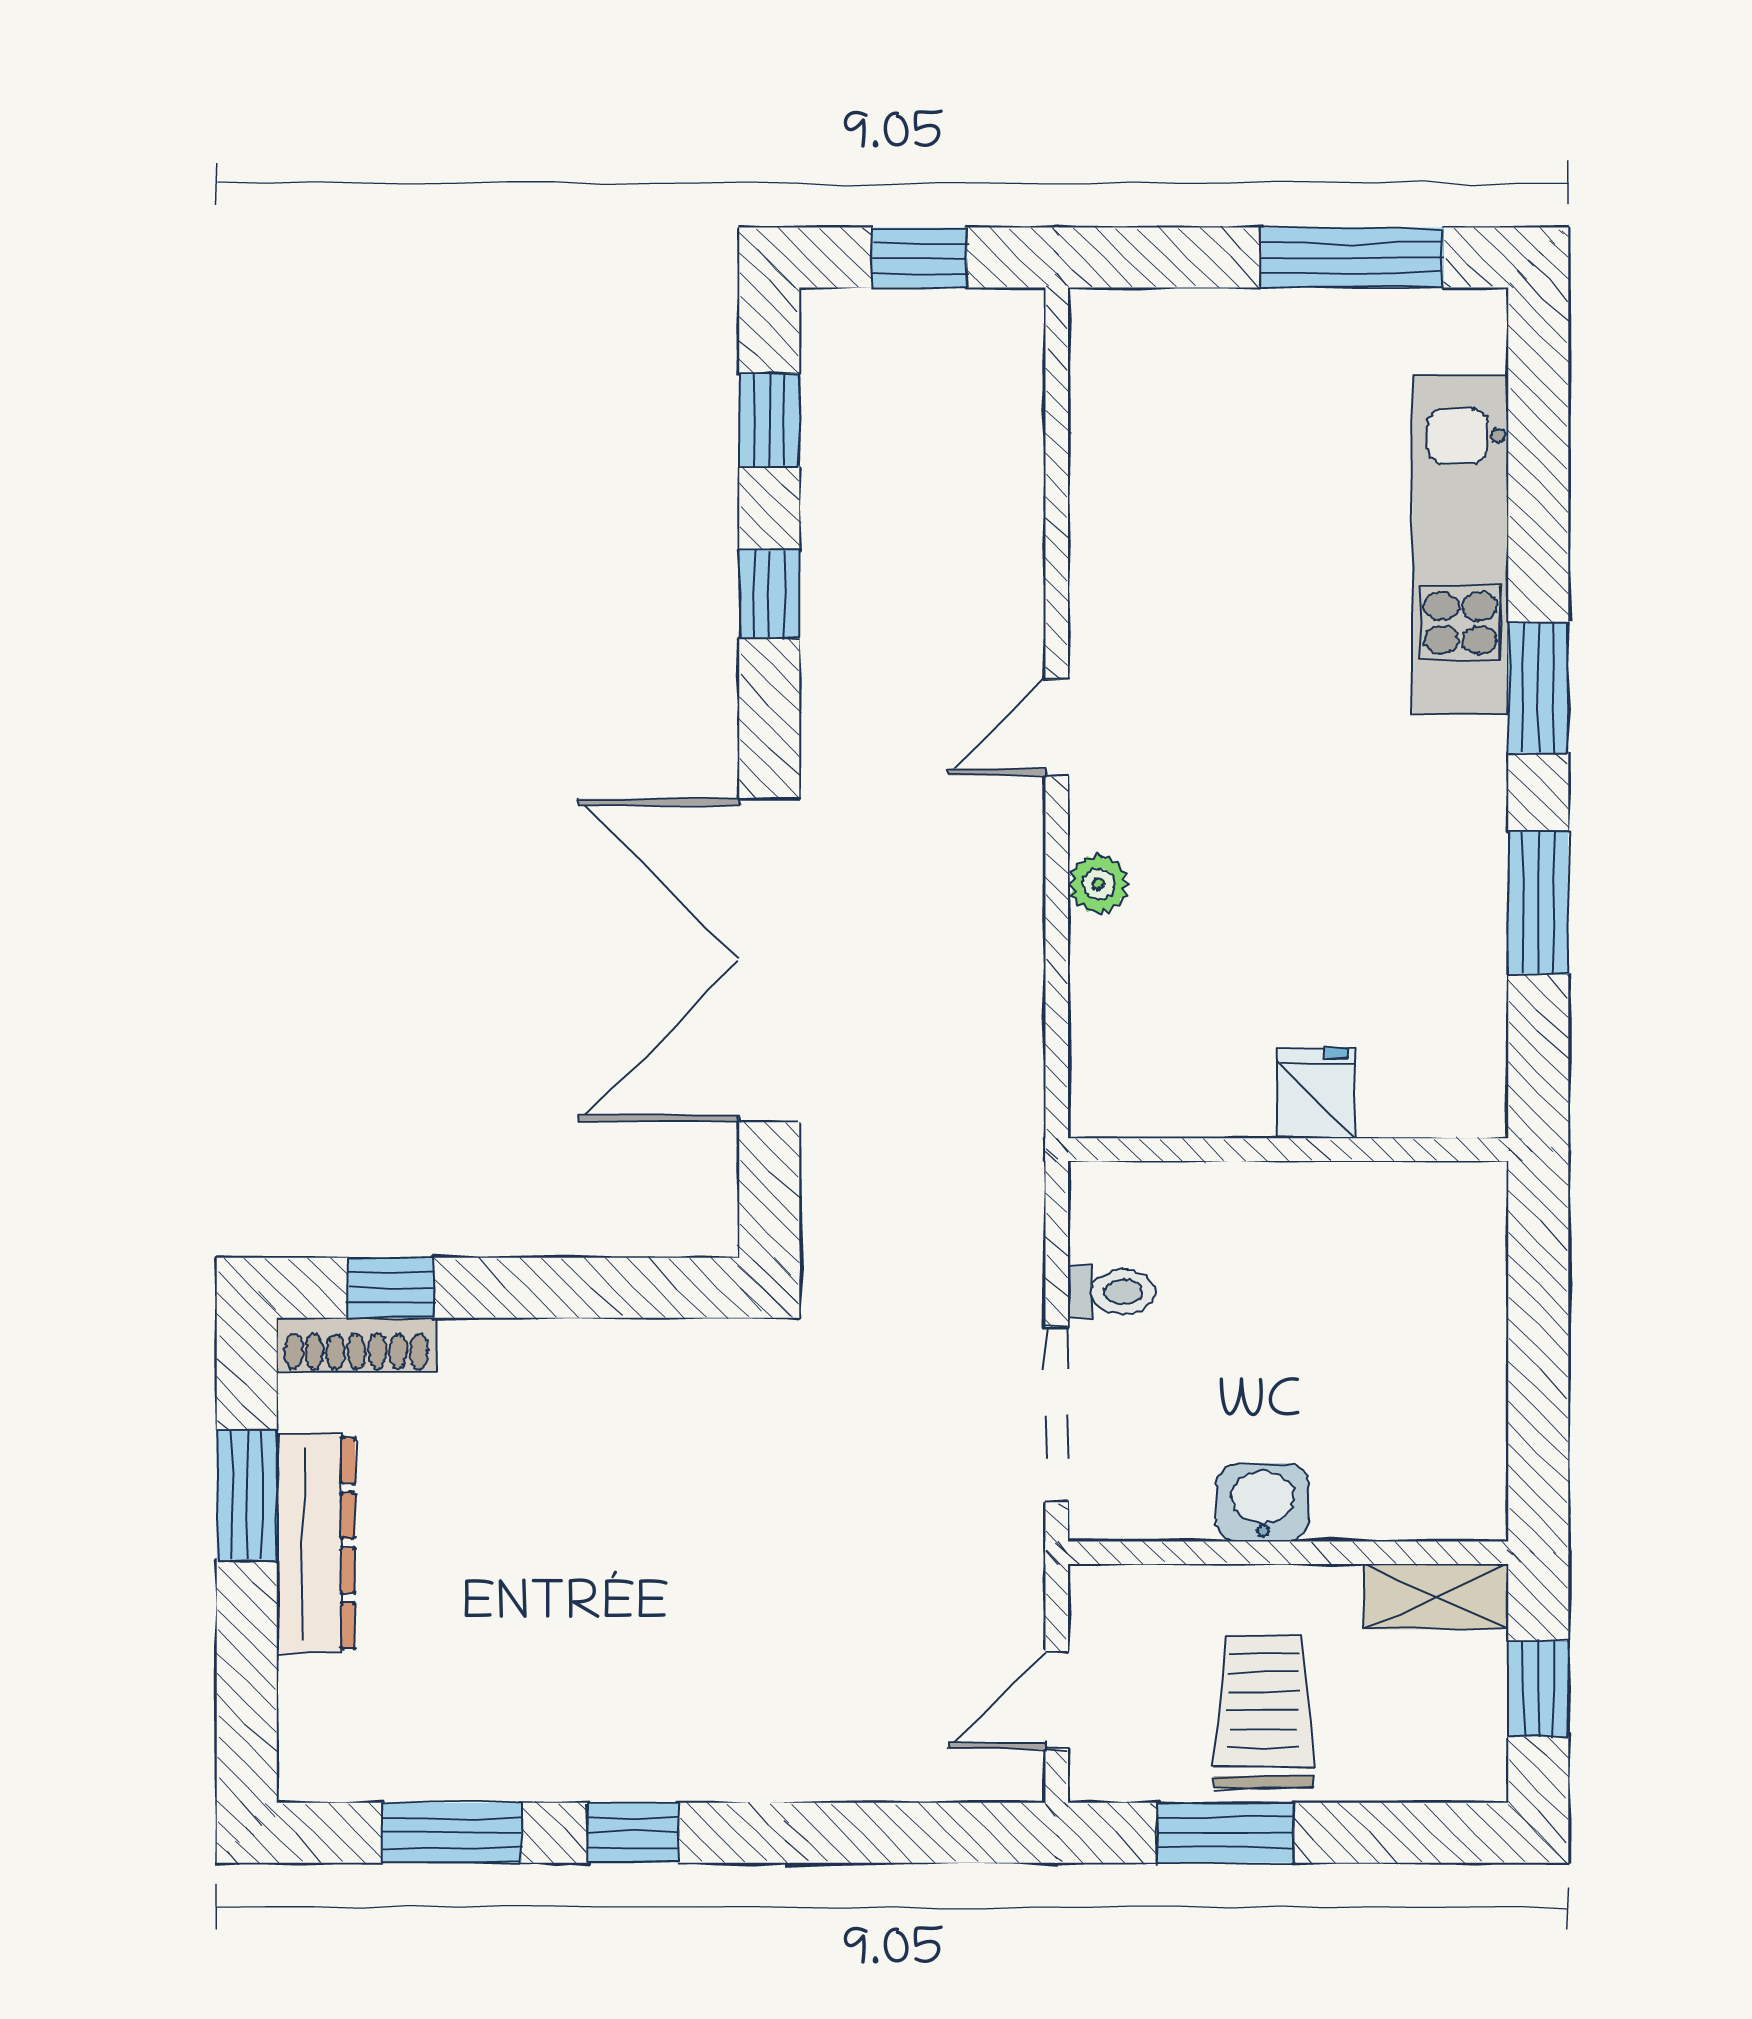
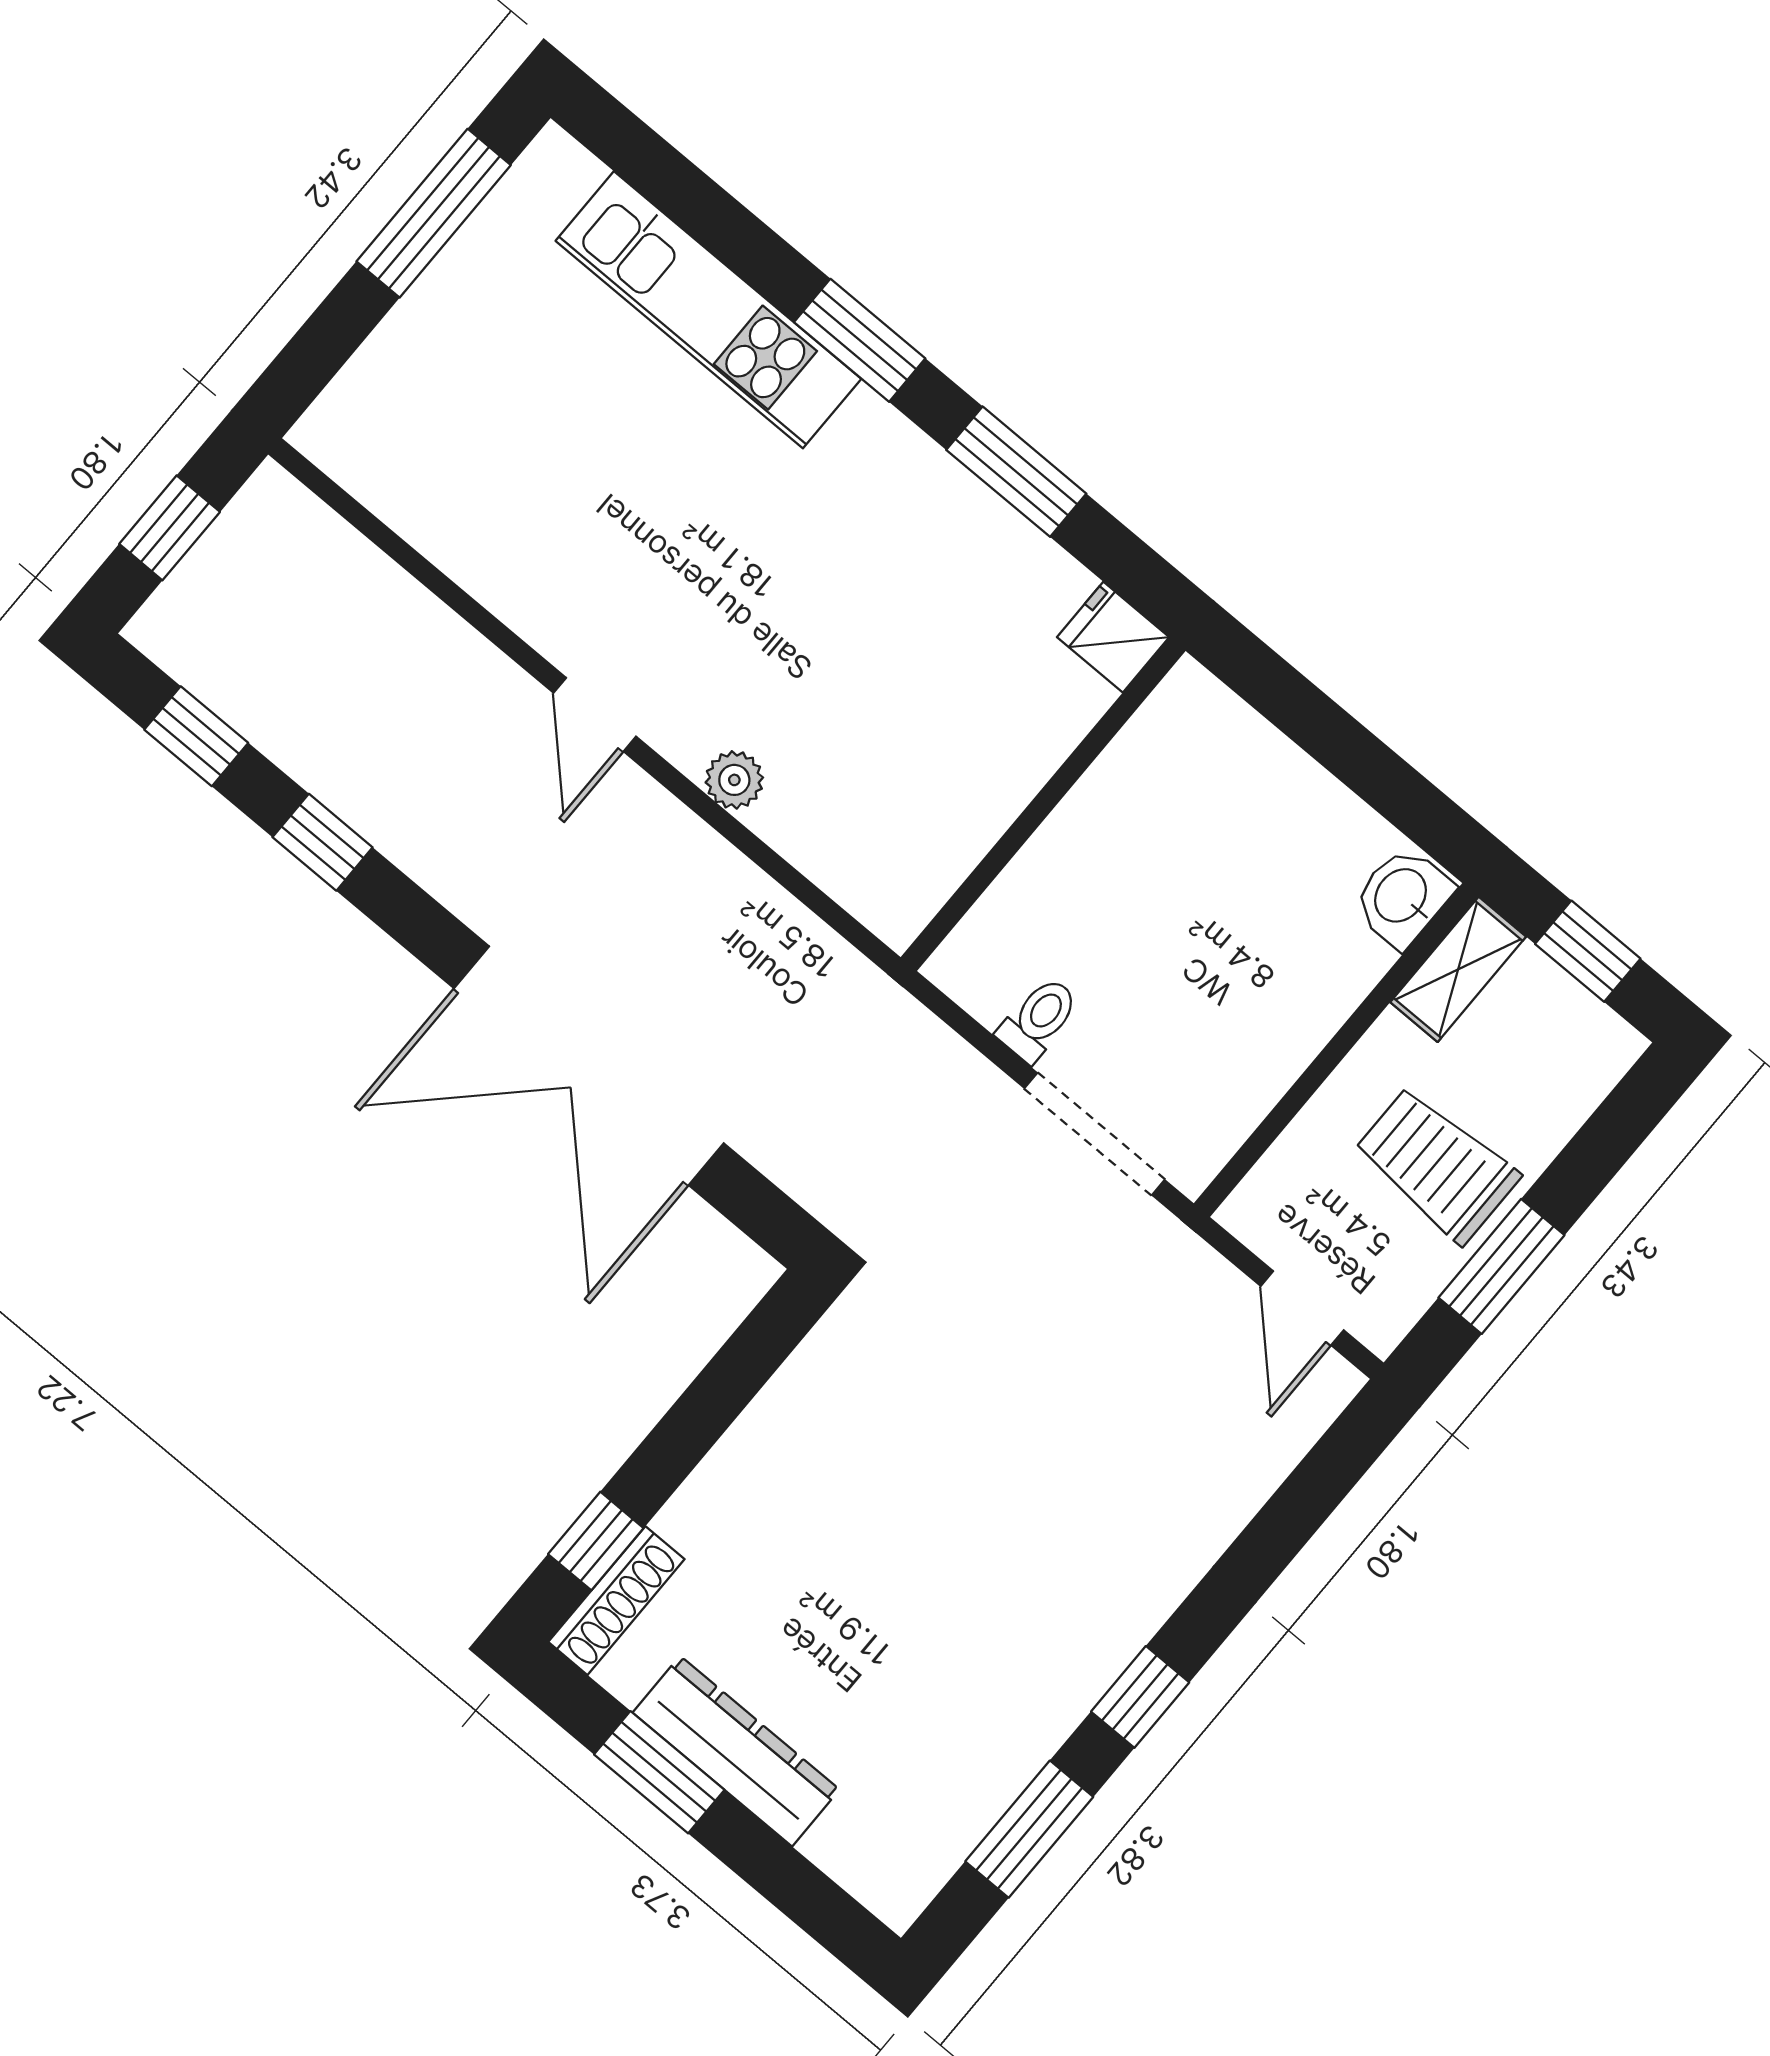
fridge: (1316, 1093) -> (1113, 637), moved
washbasin: (1263, 1502) -> (1402, 897), moved

